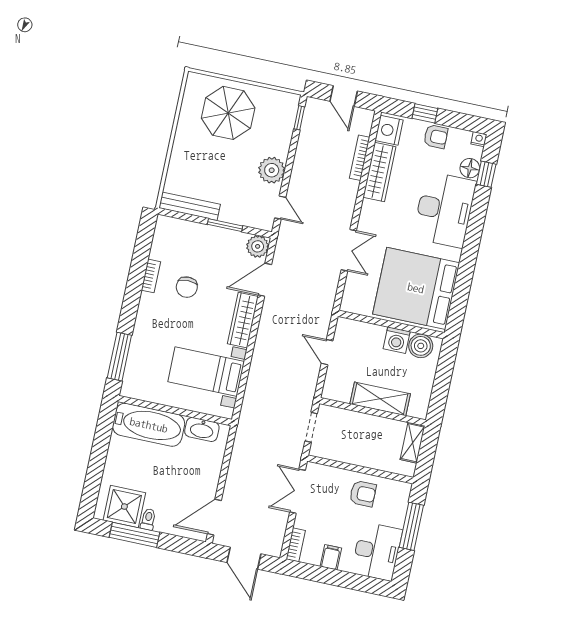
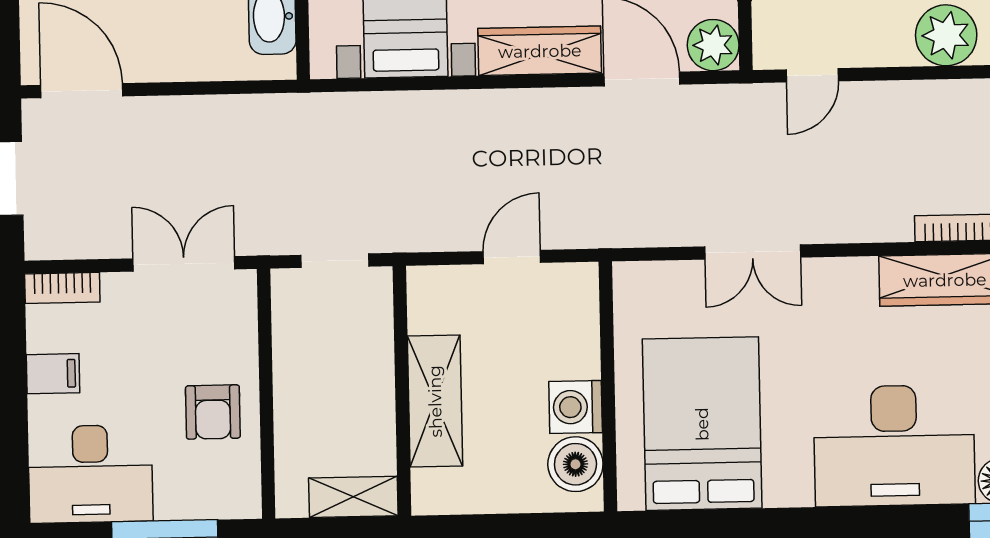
plant: (272, 170) -> (946, 35), moved
bed: (416, 288) -> (702, 424), width x0.73

